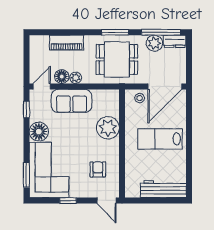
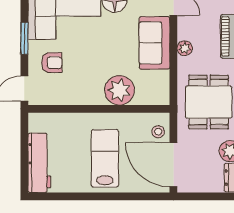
floor lamp: (62, 77) -> (186, 30), removed
armchair: (98, 169) -> (52, 63), moved
window: (68, 201) -> (24, 38), width x1.50

